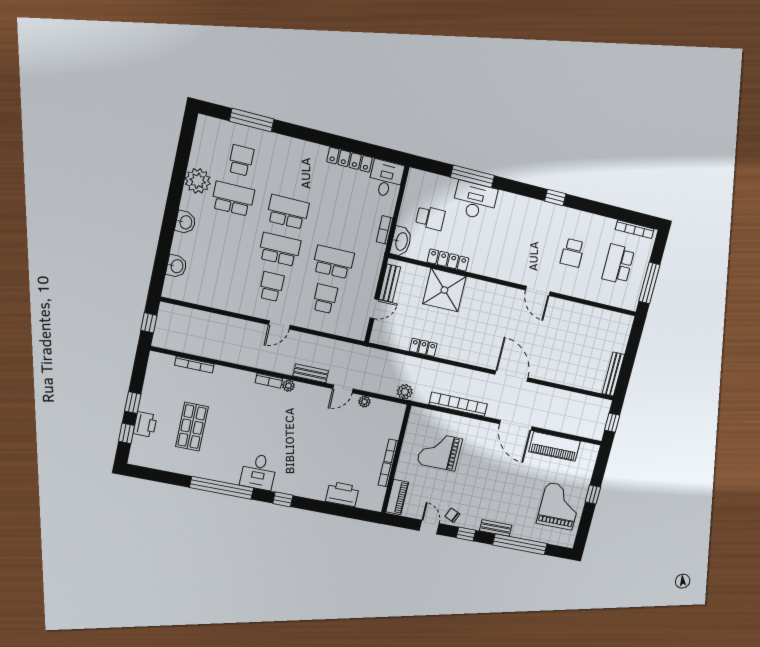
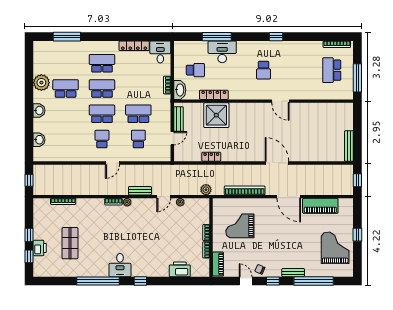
school desk: (241, 160) -> (102, 63), moved, width x1.85
school desk: (572, 253) -> (264, 70), moved

